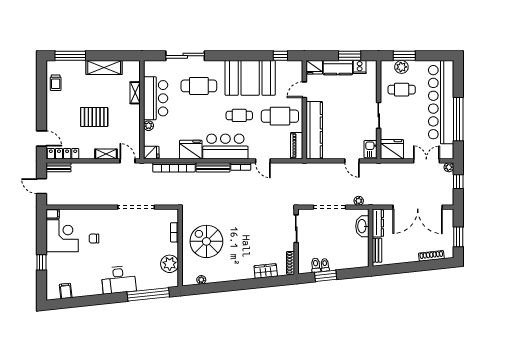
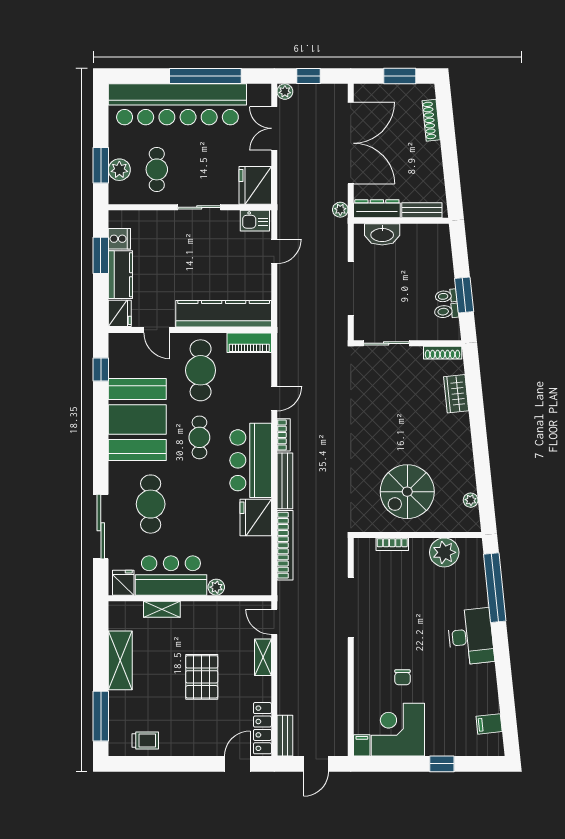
fridge: (151, 153) -> (123, 583), moved
door: (127, 161) -> (274, 622), hinge flipped
plant: (359, 201) -> (340, 210), moved

